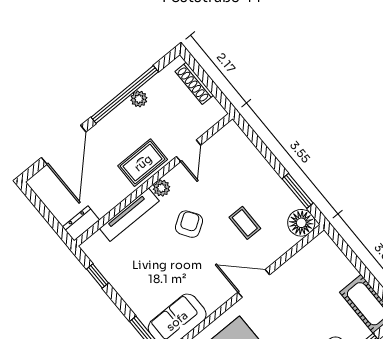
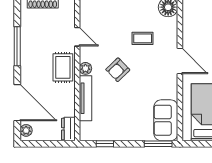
window: (125, 94) -> (17, 46), width x0.68
plant: (139, 99) -> (26, 130), moved
armchair: (189, 224) -> (118, 70), turned -101
door: (254, 283) -> (180, 61), swing flipped

